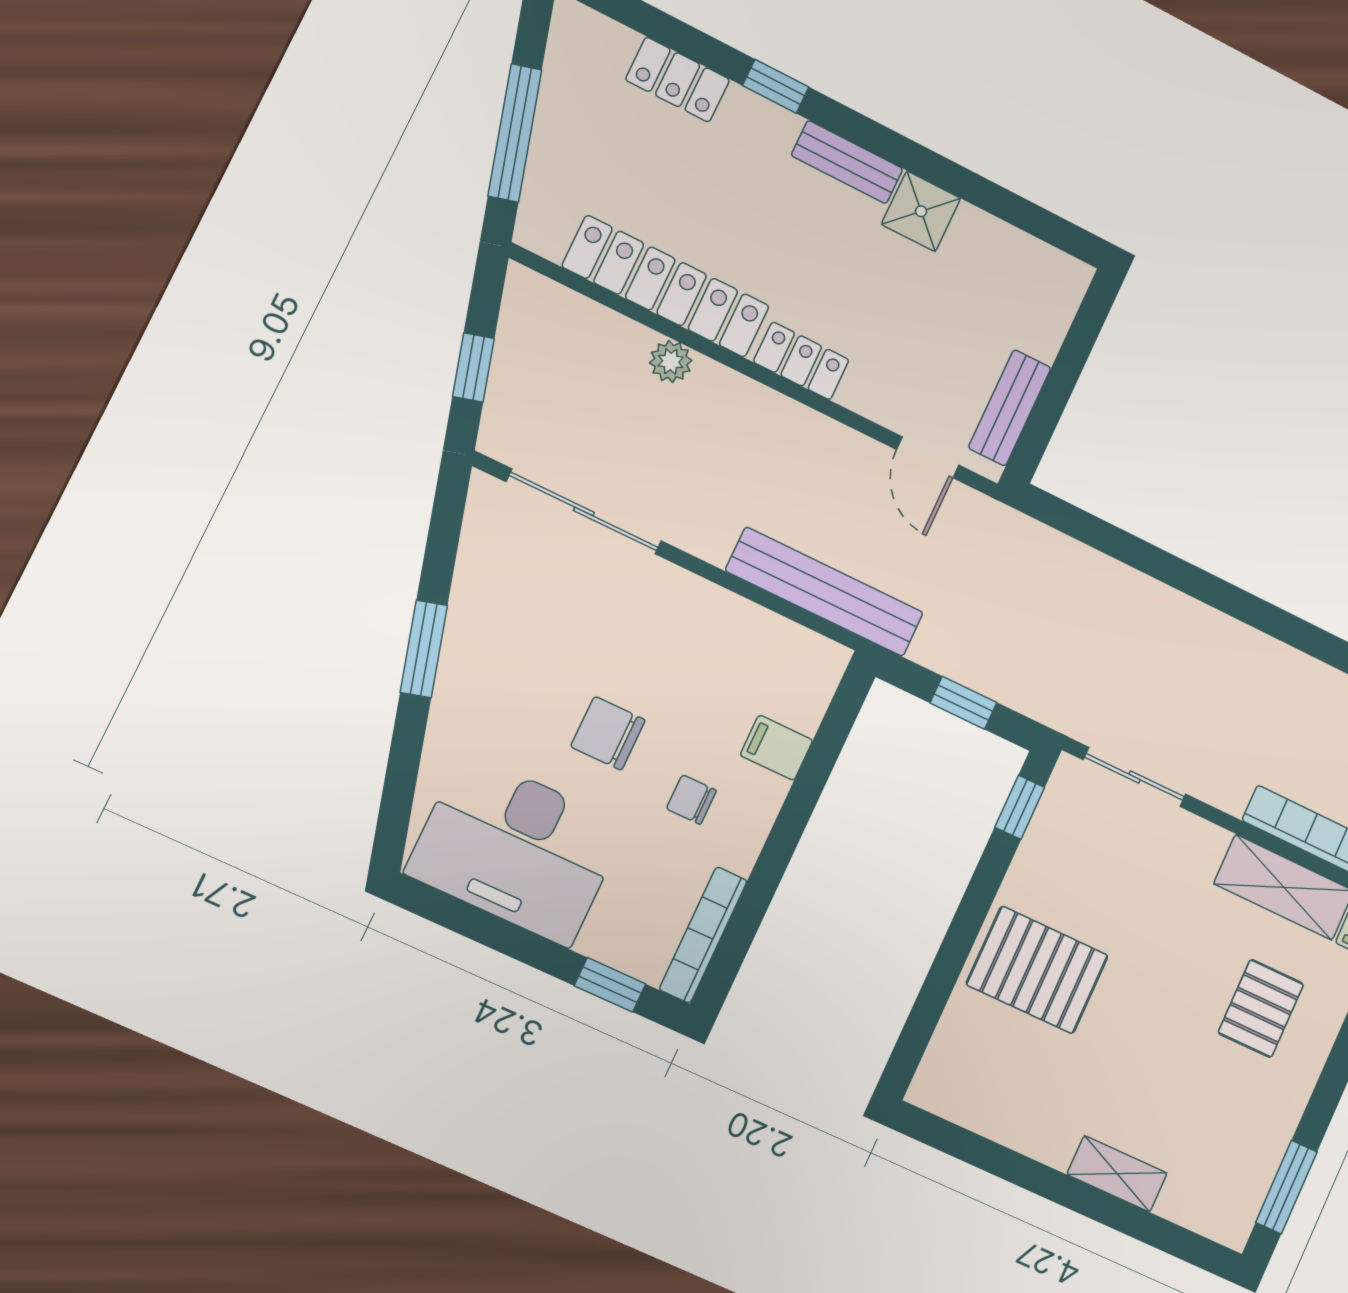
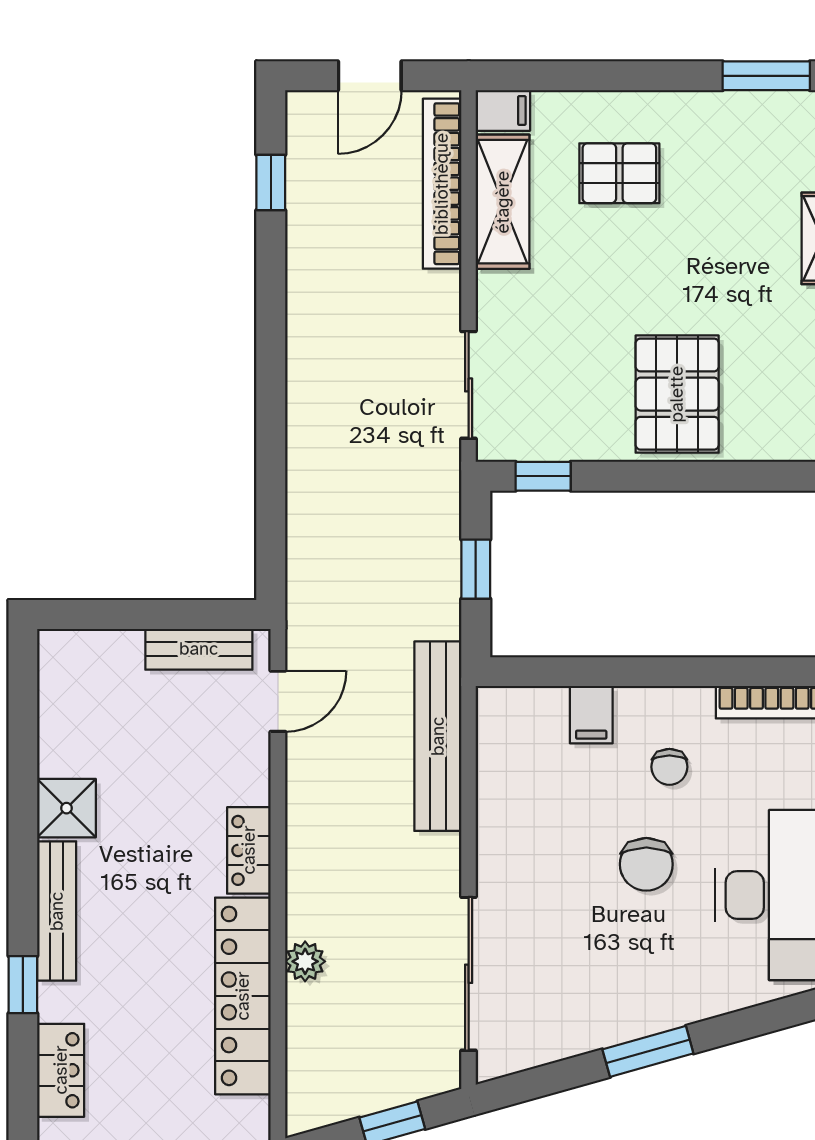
bench: (847, 162) -> (57, 911), width x1.36

